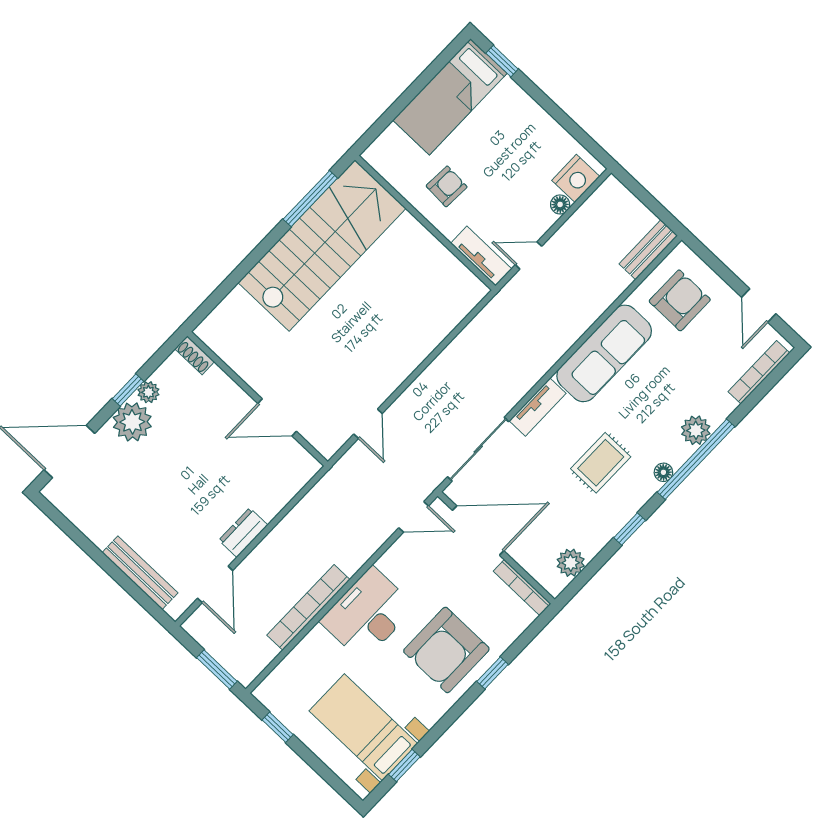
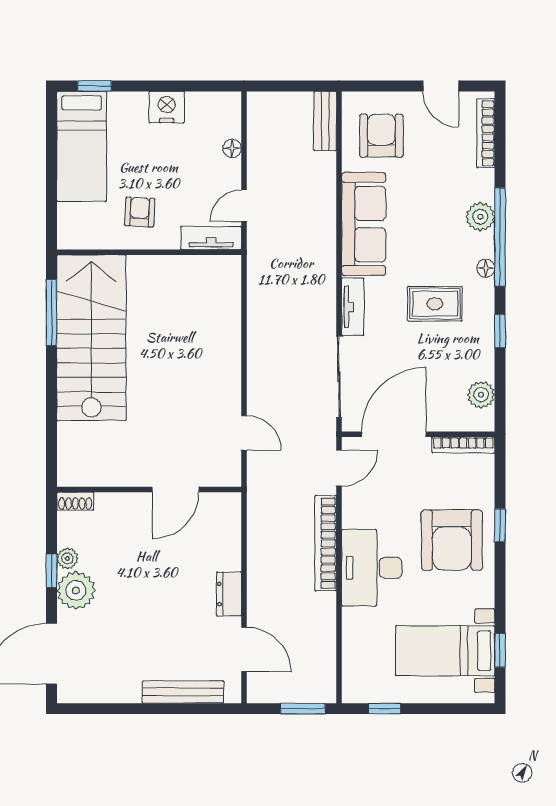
nightstand: (576, 178) -> (167, 107), moved, turned -90
rug: (601, 463) -> (435, 304), turned 90
bookcase: (308, 607) -> (326, 543), moved

